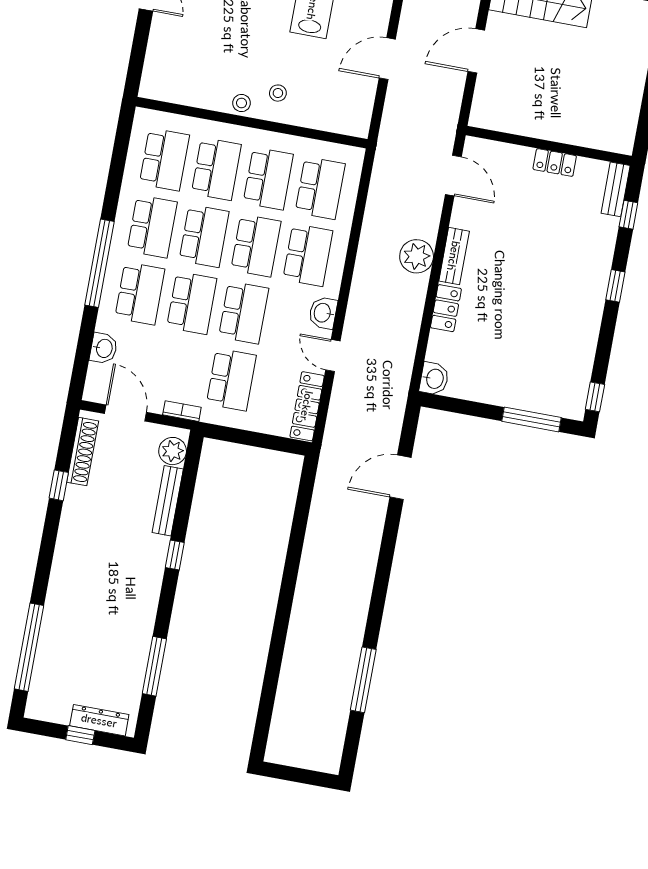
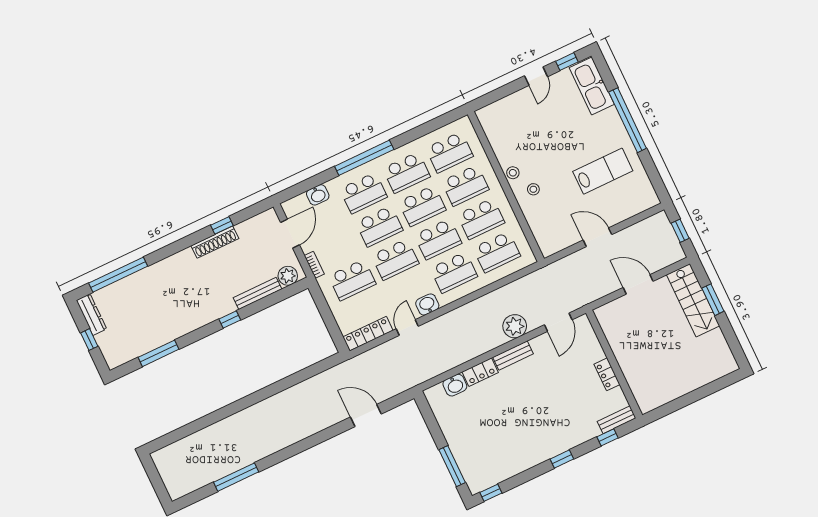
plant: (417, 256) -> (515, 326), moved
washbasin: (434, 379) -> (455, 385), moved
shoe rack: (83, 452) -> (215, 242), moved
dresser: (99, 720) -> (91, 315), moved

